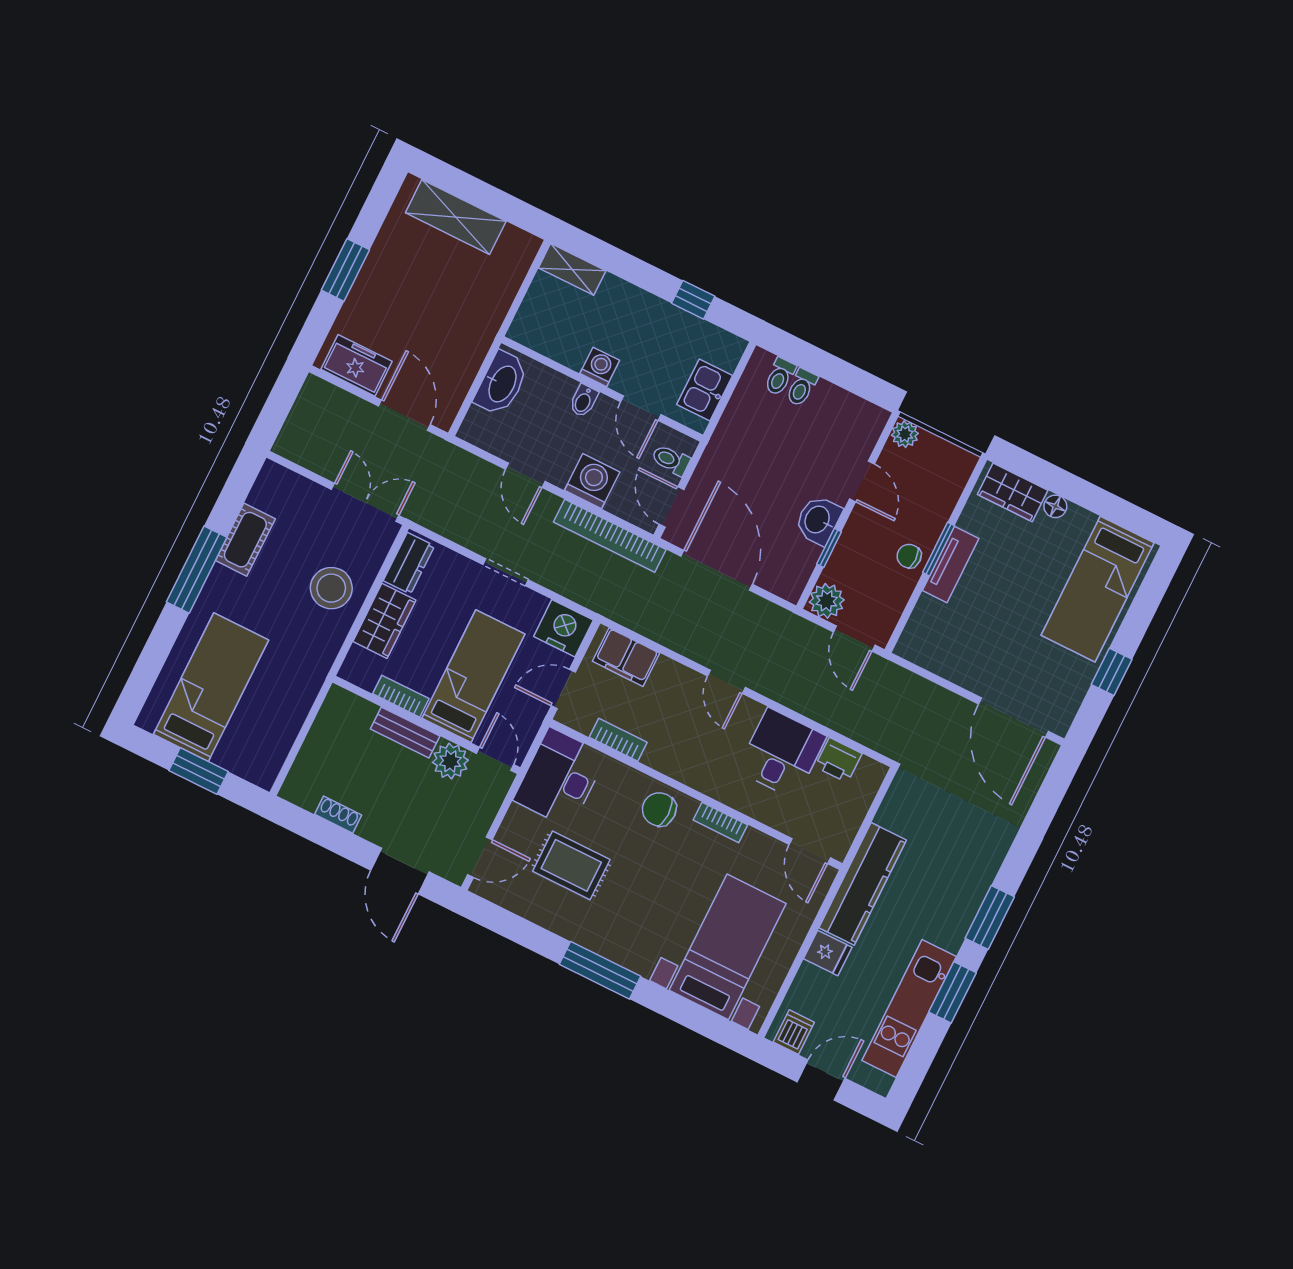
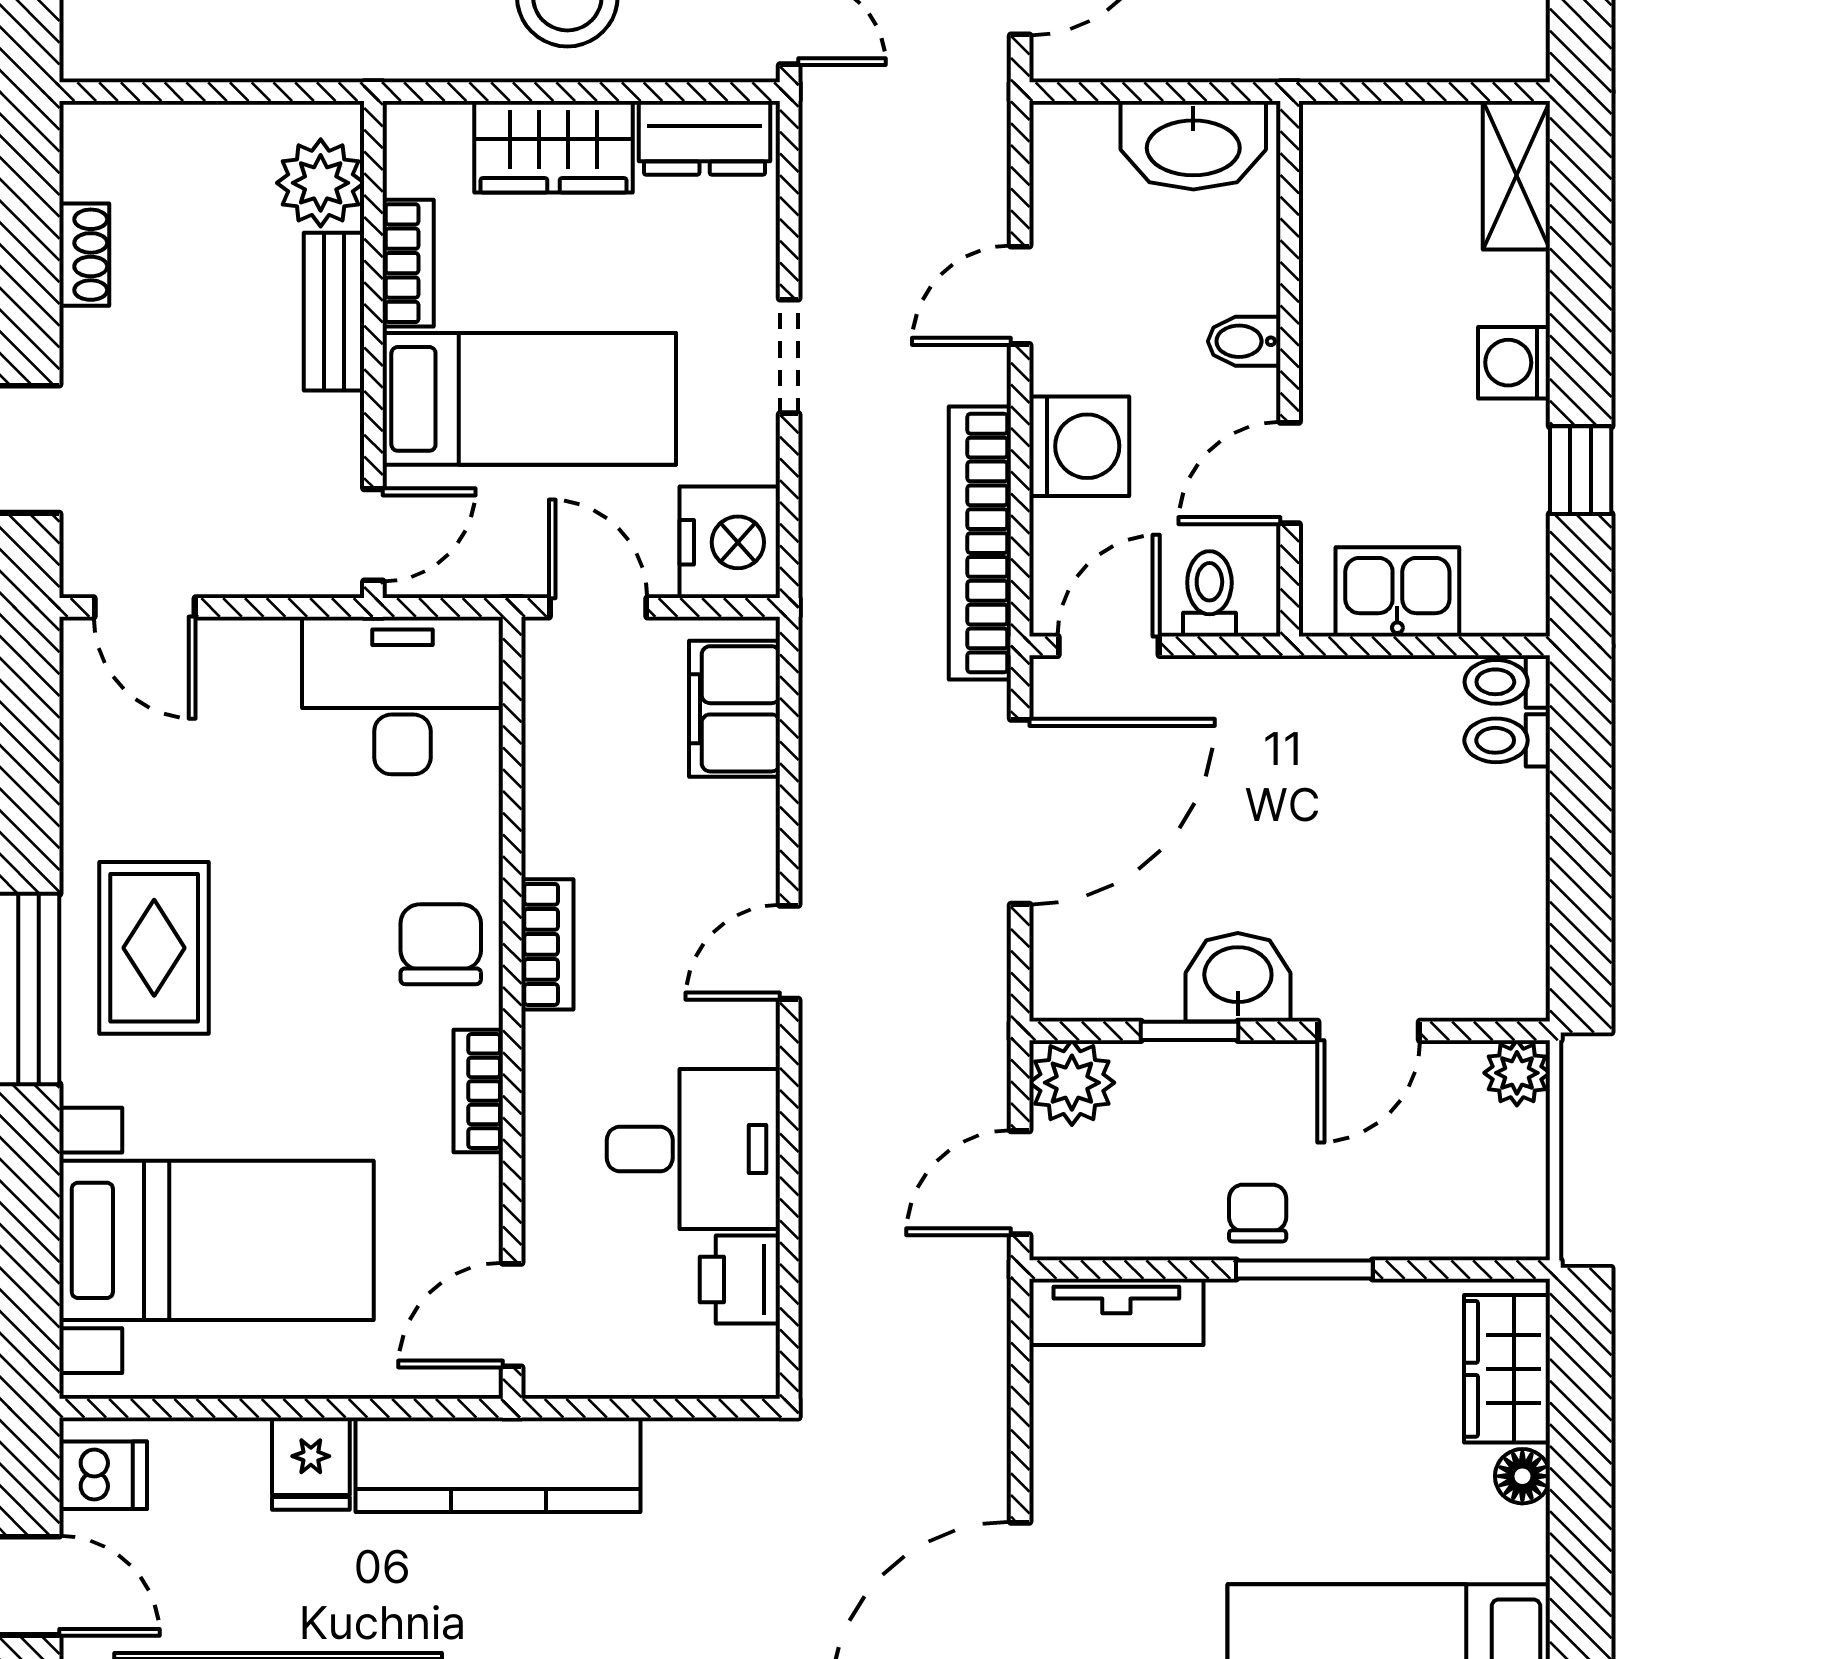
washing machine: (600, 367) -> (1514, 363), moved, turned 180
toilet: (802, 387) -> (1507, 682), moved
tv unit: (951, 564) -> (1116, 1312), moved
bookcase: (618, 740) -> (547, 944), moved
plant: (450, 761) -> (321, 183), moved
rug: (571, 865) -> (154, 948), moved

